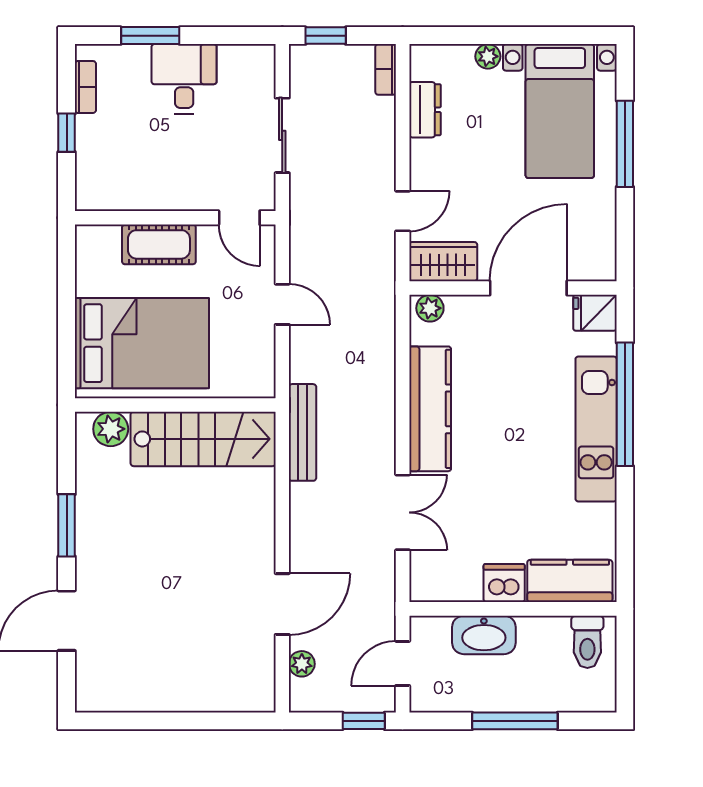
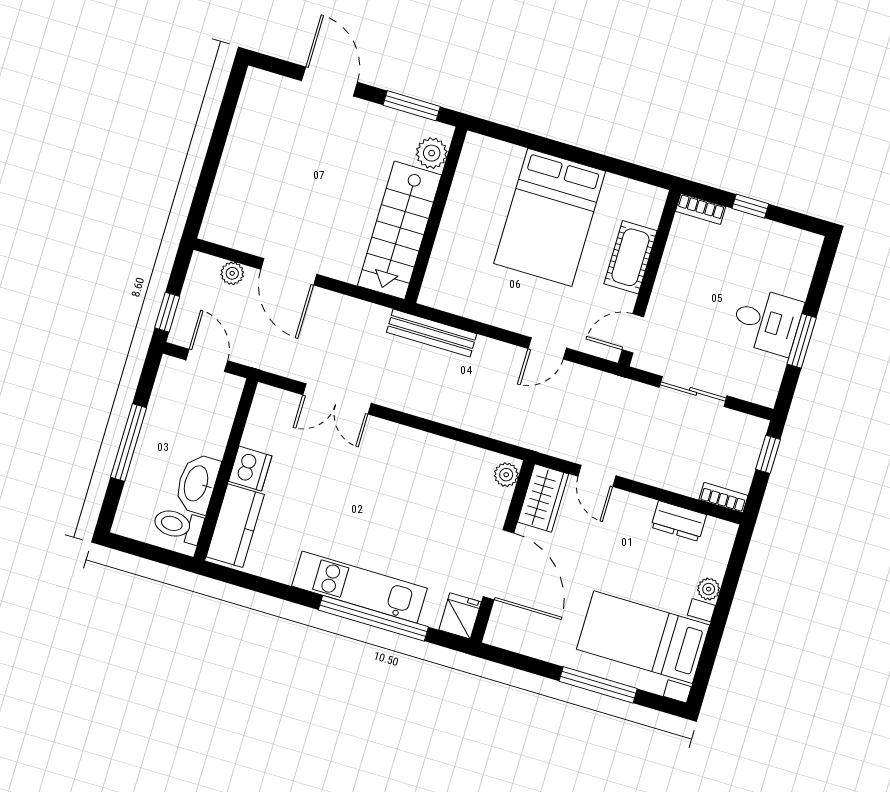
window: (150, 36) -> (802, 341), moved
bookcase: (85, 87) -> (701, 209), moved
wall: (175, 405) -> (436, 215), moved
kitchen counter: (430, 409) -> (419, 449), removed
plant: (111, 429) -> (432, 153), moved
stairs: (203, 439) -> (399, 230), moved
washbasin: (484, 635) -> (197, 484), moved

